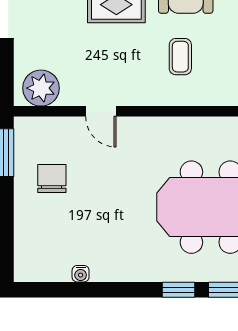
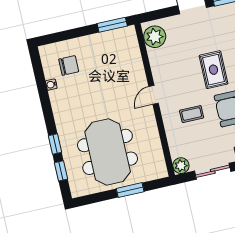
door: (101, 111) -> (154, 95), moved
chair: (52, 178) -> (69, 65), moved

